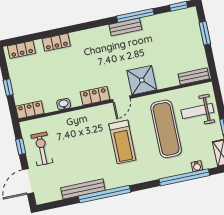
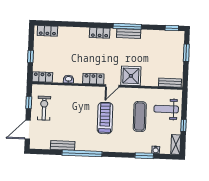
window: (135, 15) -> (127, 26), moved
locker: (56, 42) -> (100, 33), moved
exercise mat: (166, 129) -> (140, 116), width x0.73, depth x0.69
treadmill: (122, 142) -> (105, 118), turned 180
window: (184, 177) -> (144, 156), width x0.47
bench: (83, 189) -> (63, 145), width x0.73

